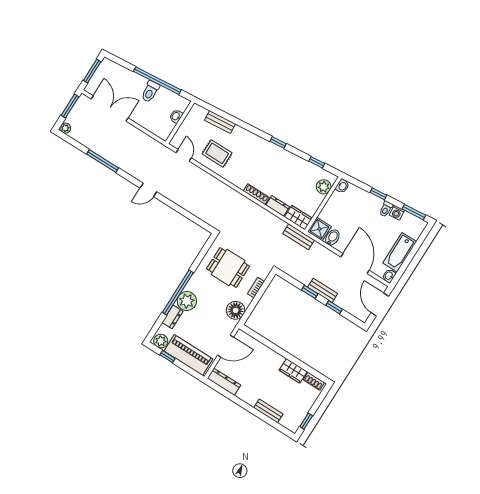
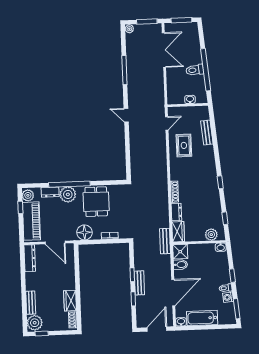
dining table: (228, 268) -> (96, 202), moved
plant: (291, 421) -> (35, 323), added

